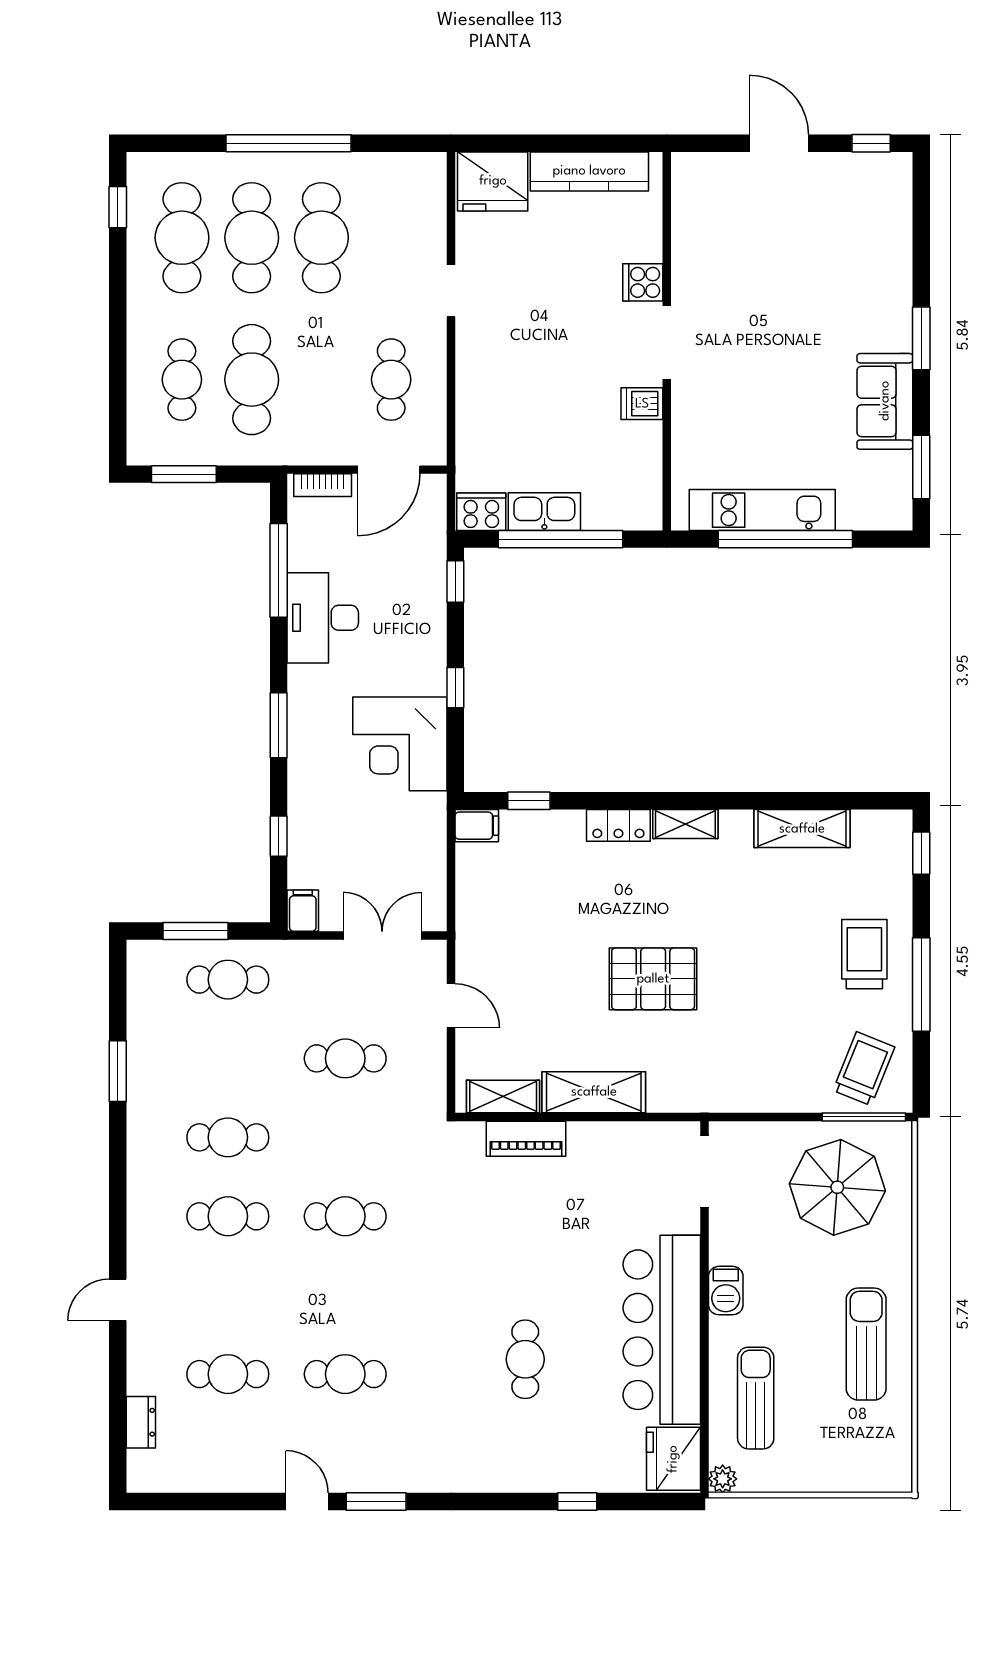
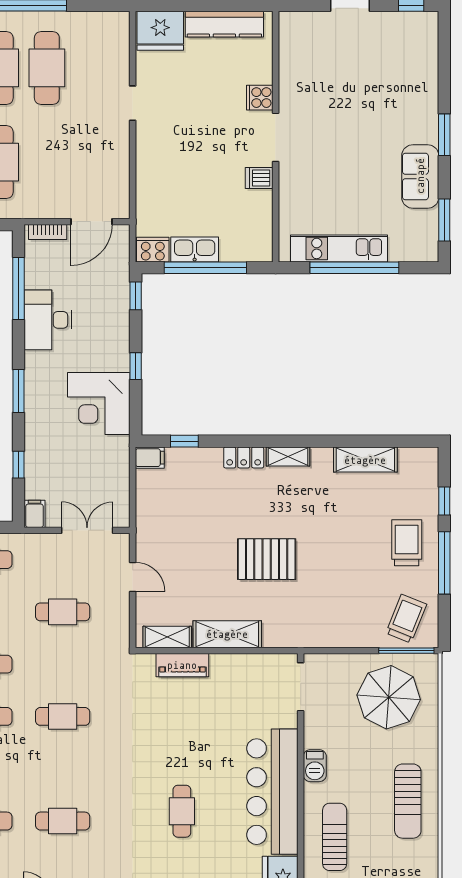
cafe table: (391, 380) -> (93, 162), removed
window: (921, 853) -> (444, 501), moved
sun lounger: (866, 1344) -> (408, 801), turned 180

